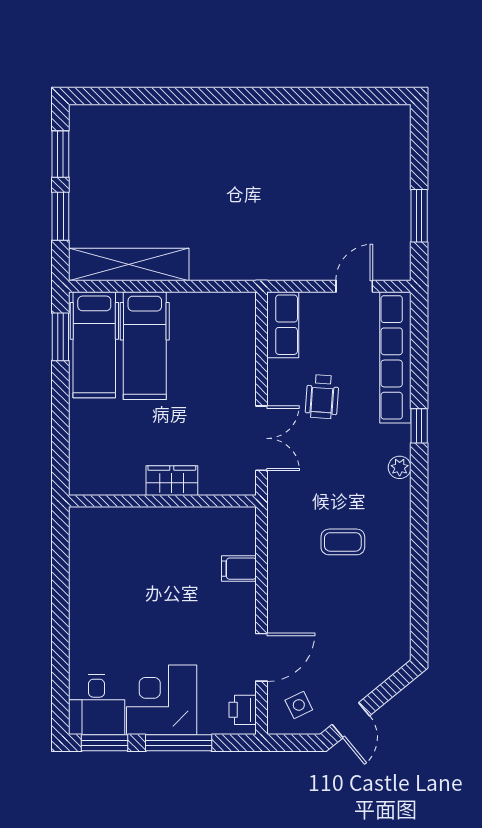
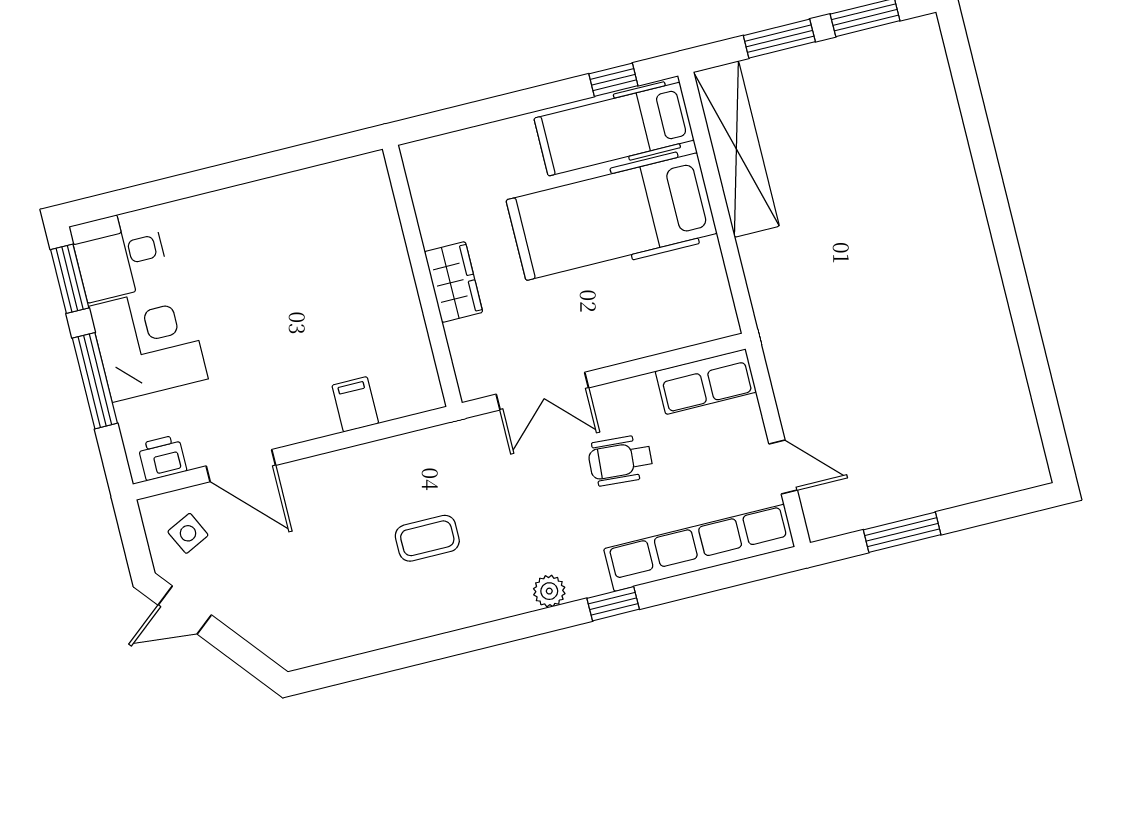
window: (60, 337) -> (613, 80), width x0.67
hospital bed: (145, 346) -> (612, 217), width x1.37, depth x1.29
coffee table: (343, 542) -> (427, 538), turned 90

